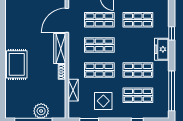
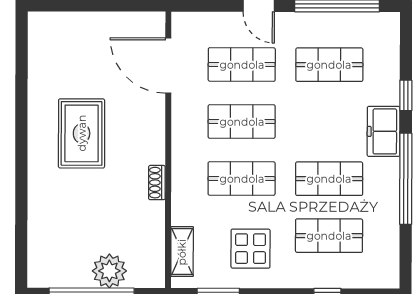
door: (67, 20) -> (168, 65), hinge flipped
wardrobe: (60, 48) -> (152, 129), removed
rug: (17, 64) -> (82, 133), moved
shelving: (73, 90) -> (182, 252), moved
window: (172, 91) -> (406, 179), moved

